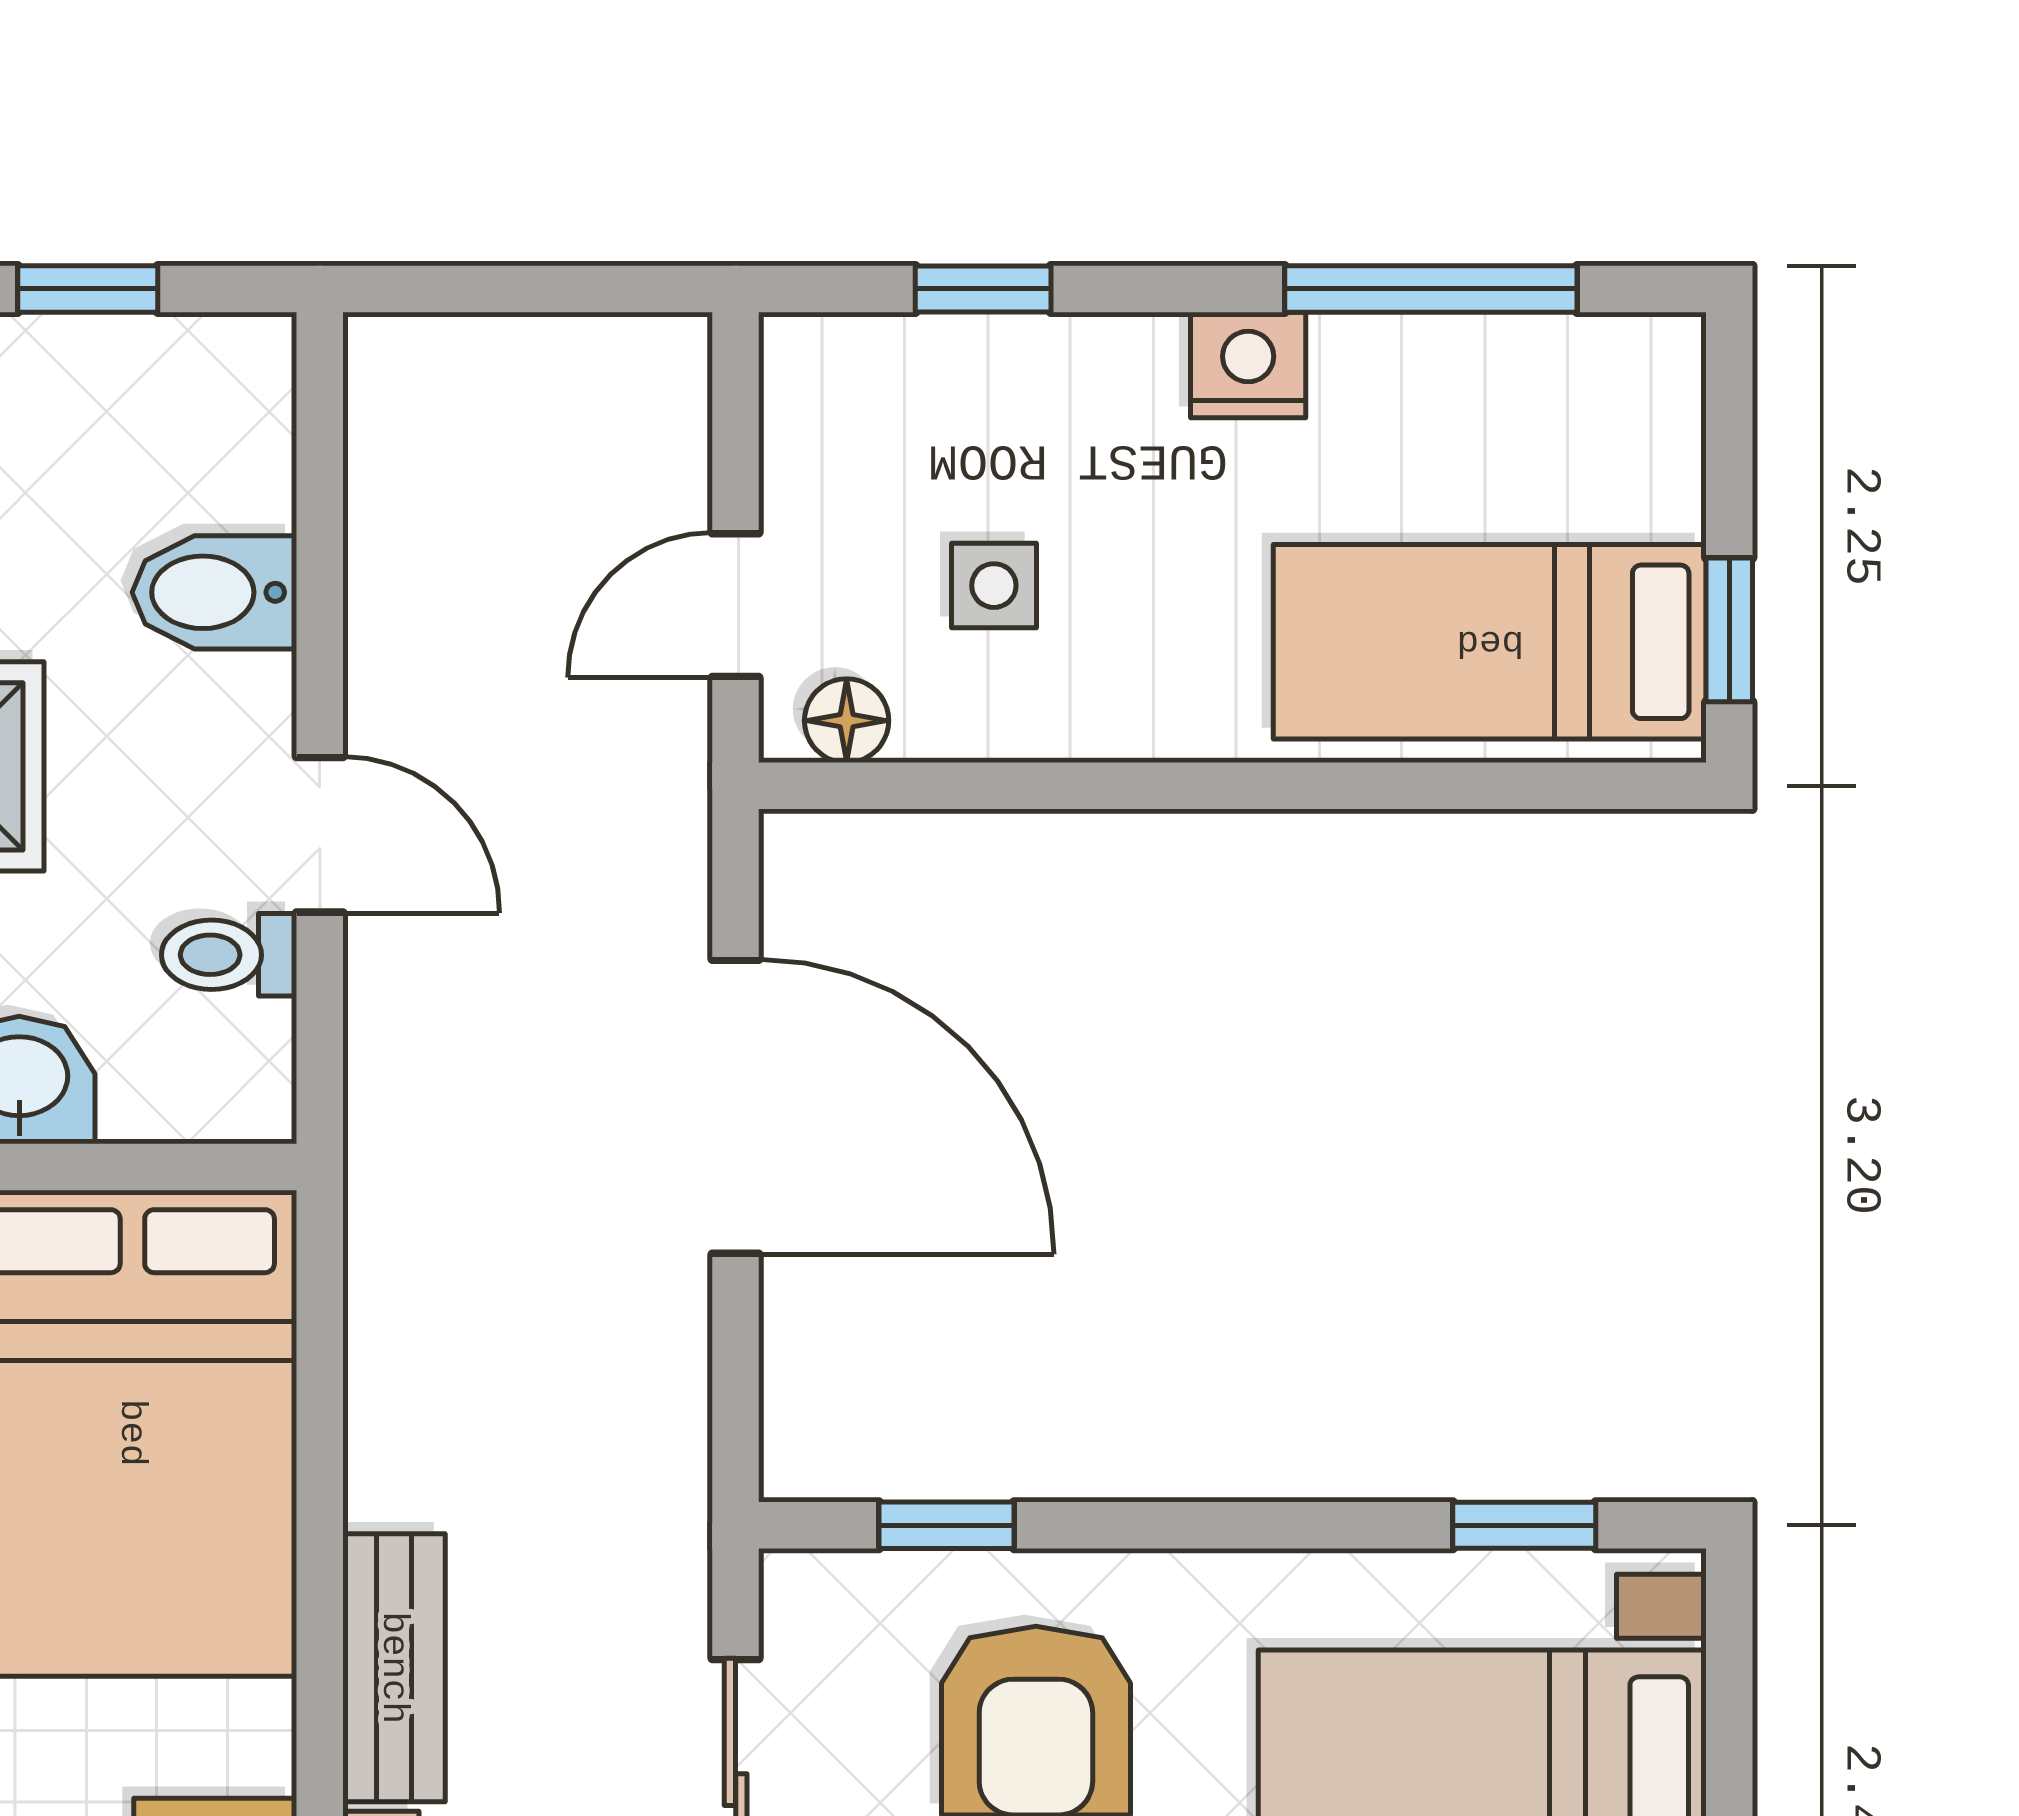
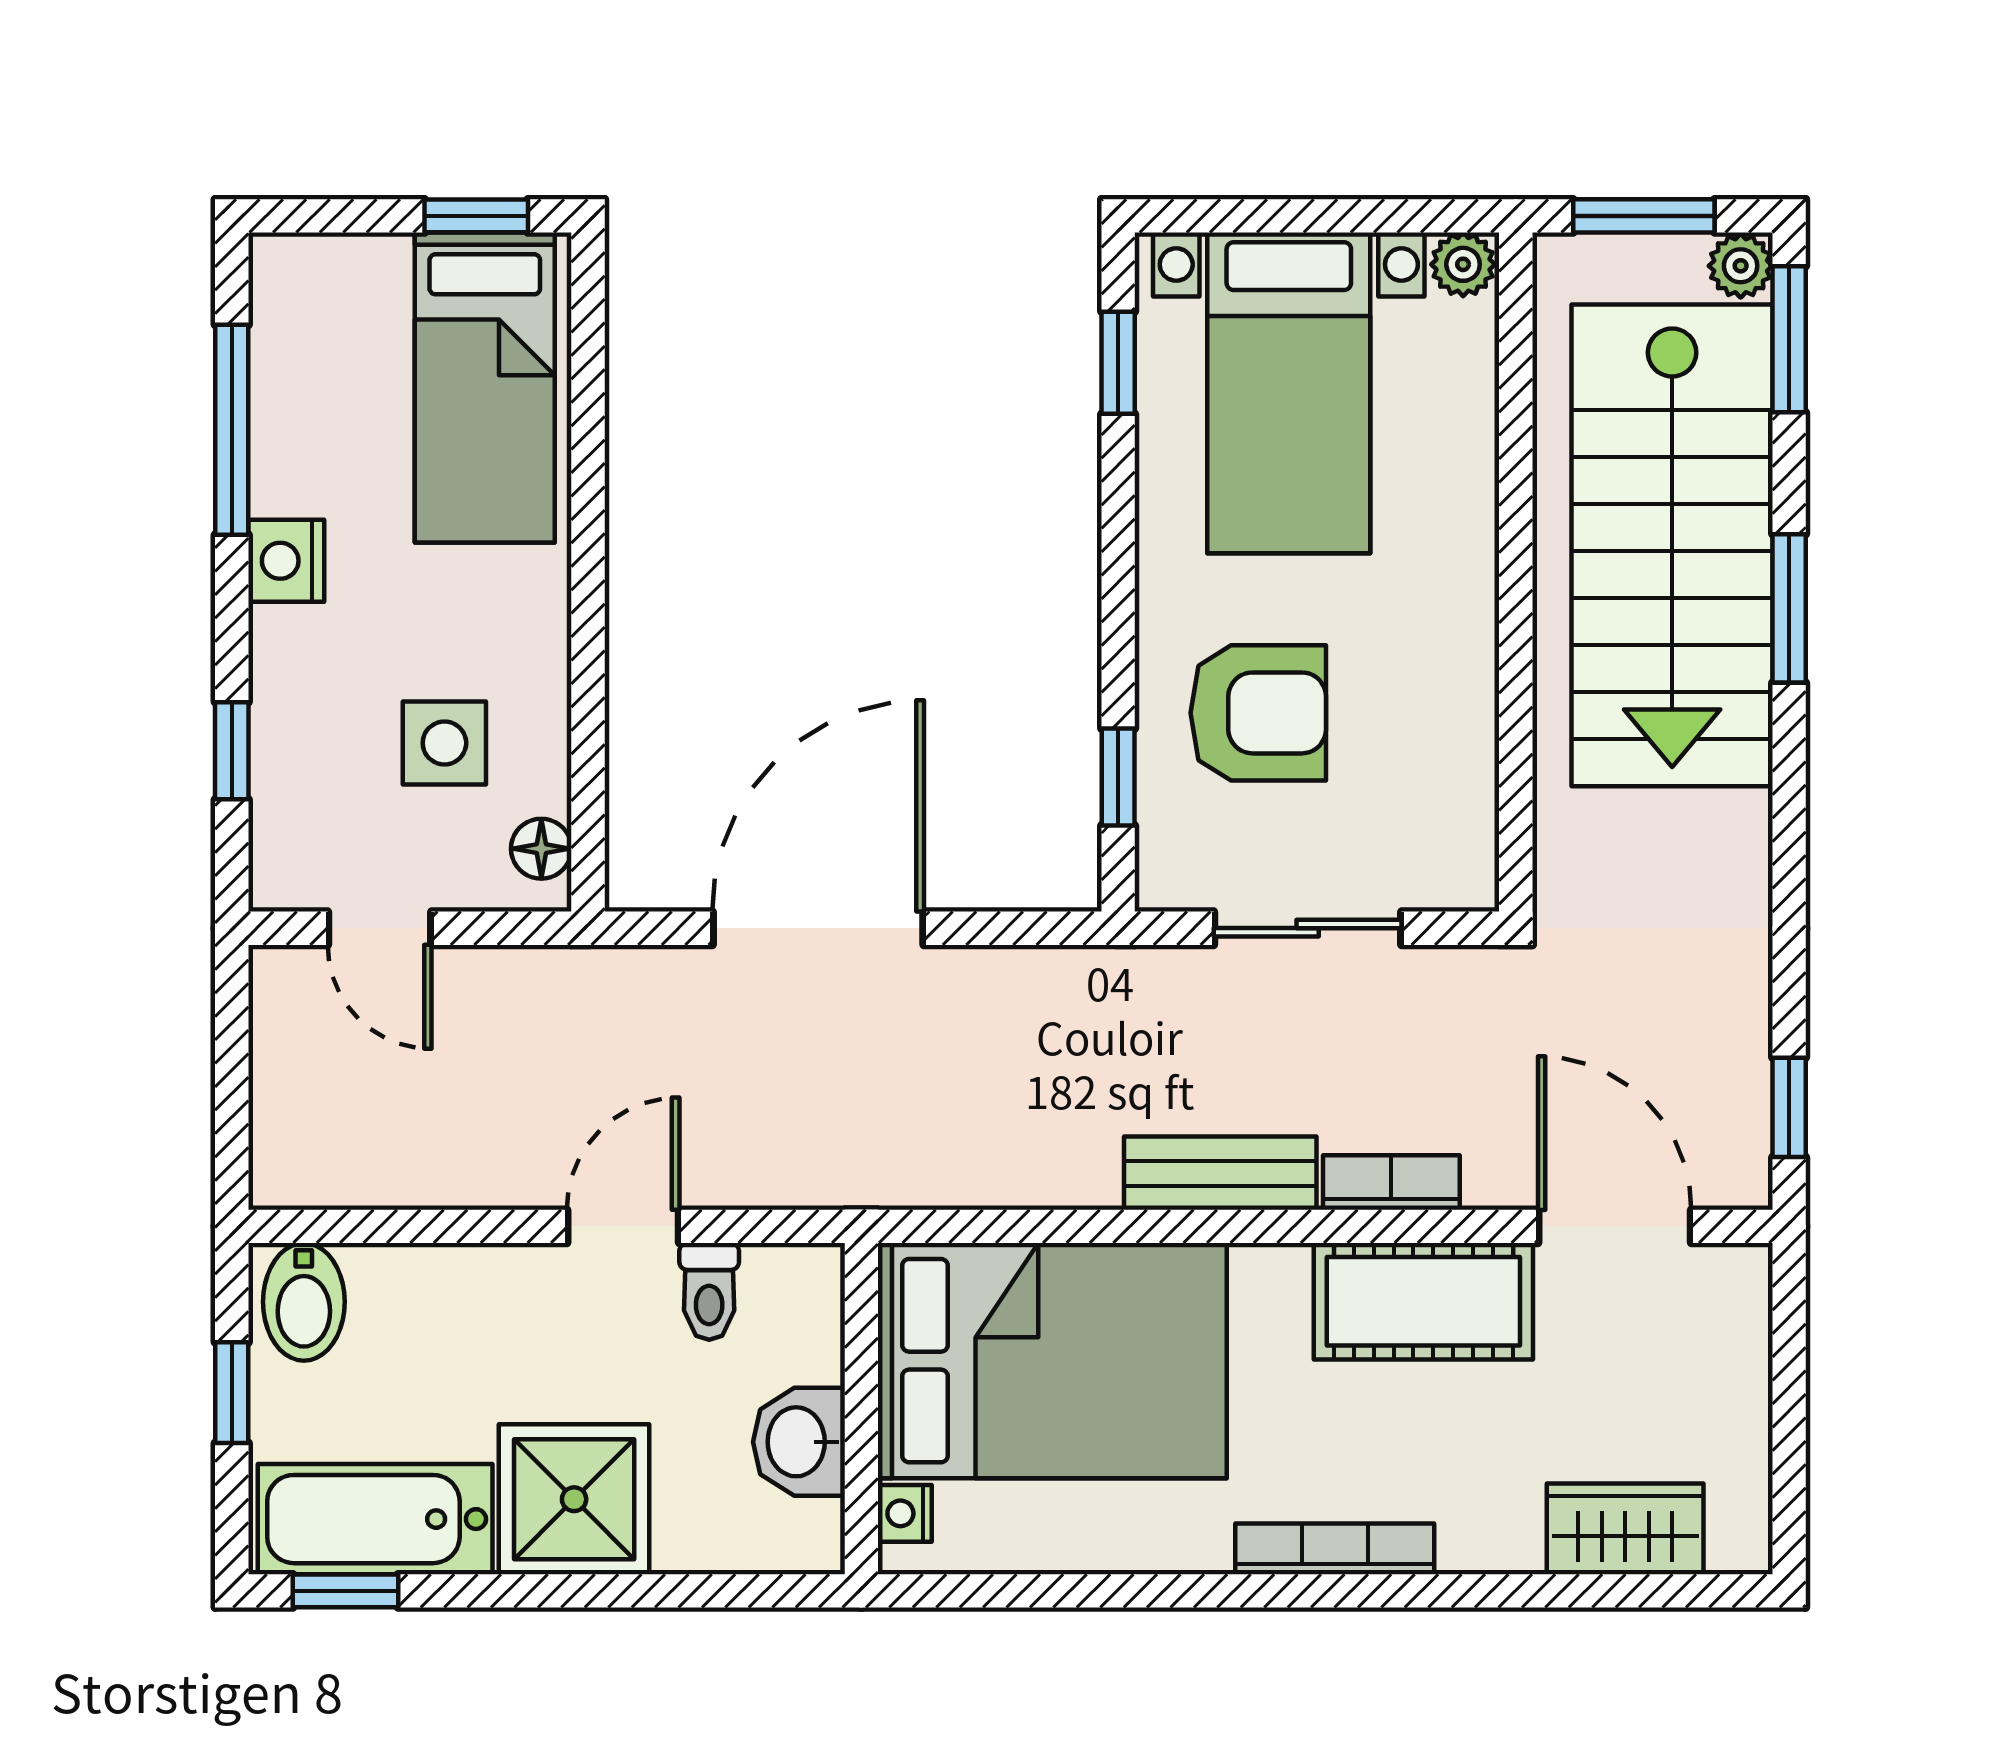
side table: (994, 586) -> (444, 743), width x1.37, depth x1.37
bidet: (214, 592) -> (304, 1302), moved
door: (736, 605) -> (380, 928), moved

